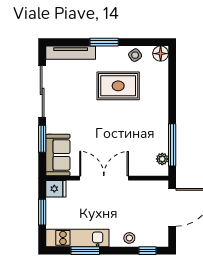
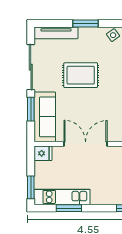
rug: (118, 86) -> (81, 75), moved
sofa: (58, 155) -> (45, 117), width x1.36
window: (42, 212) -> (31, 187), moved
stool: (129, 238) -> (108, 197), removed

